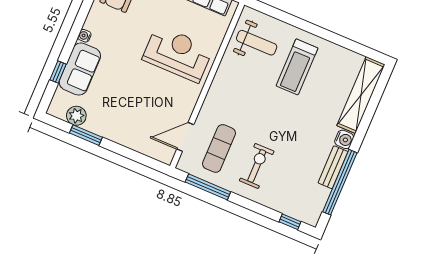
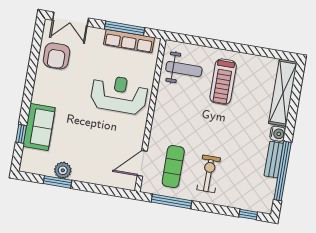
water cooler: (84, 36) -> (36, 98), removed
plant: (76, 116) -> (63, 170), moved

